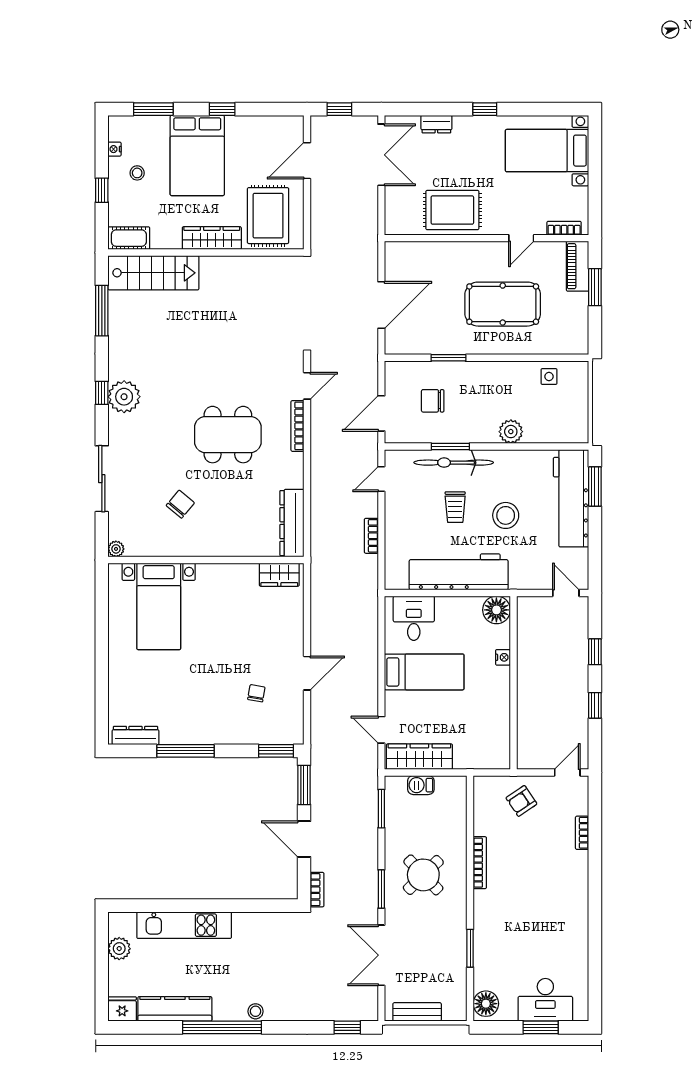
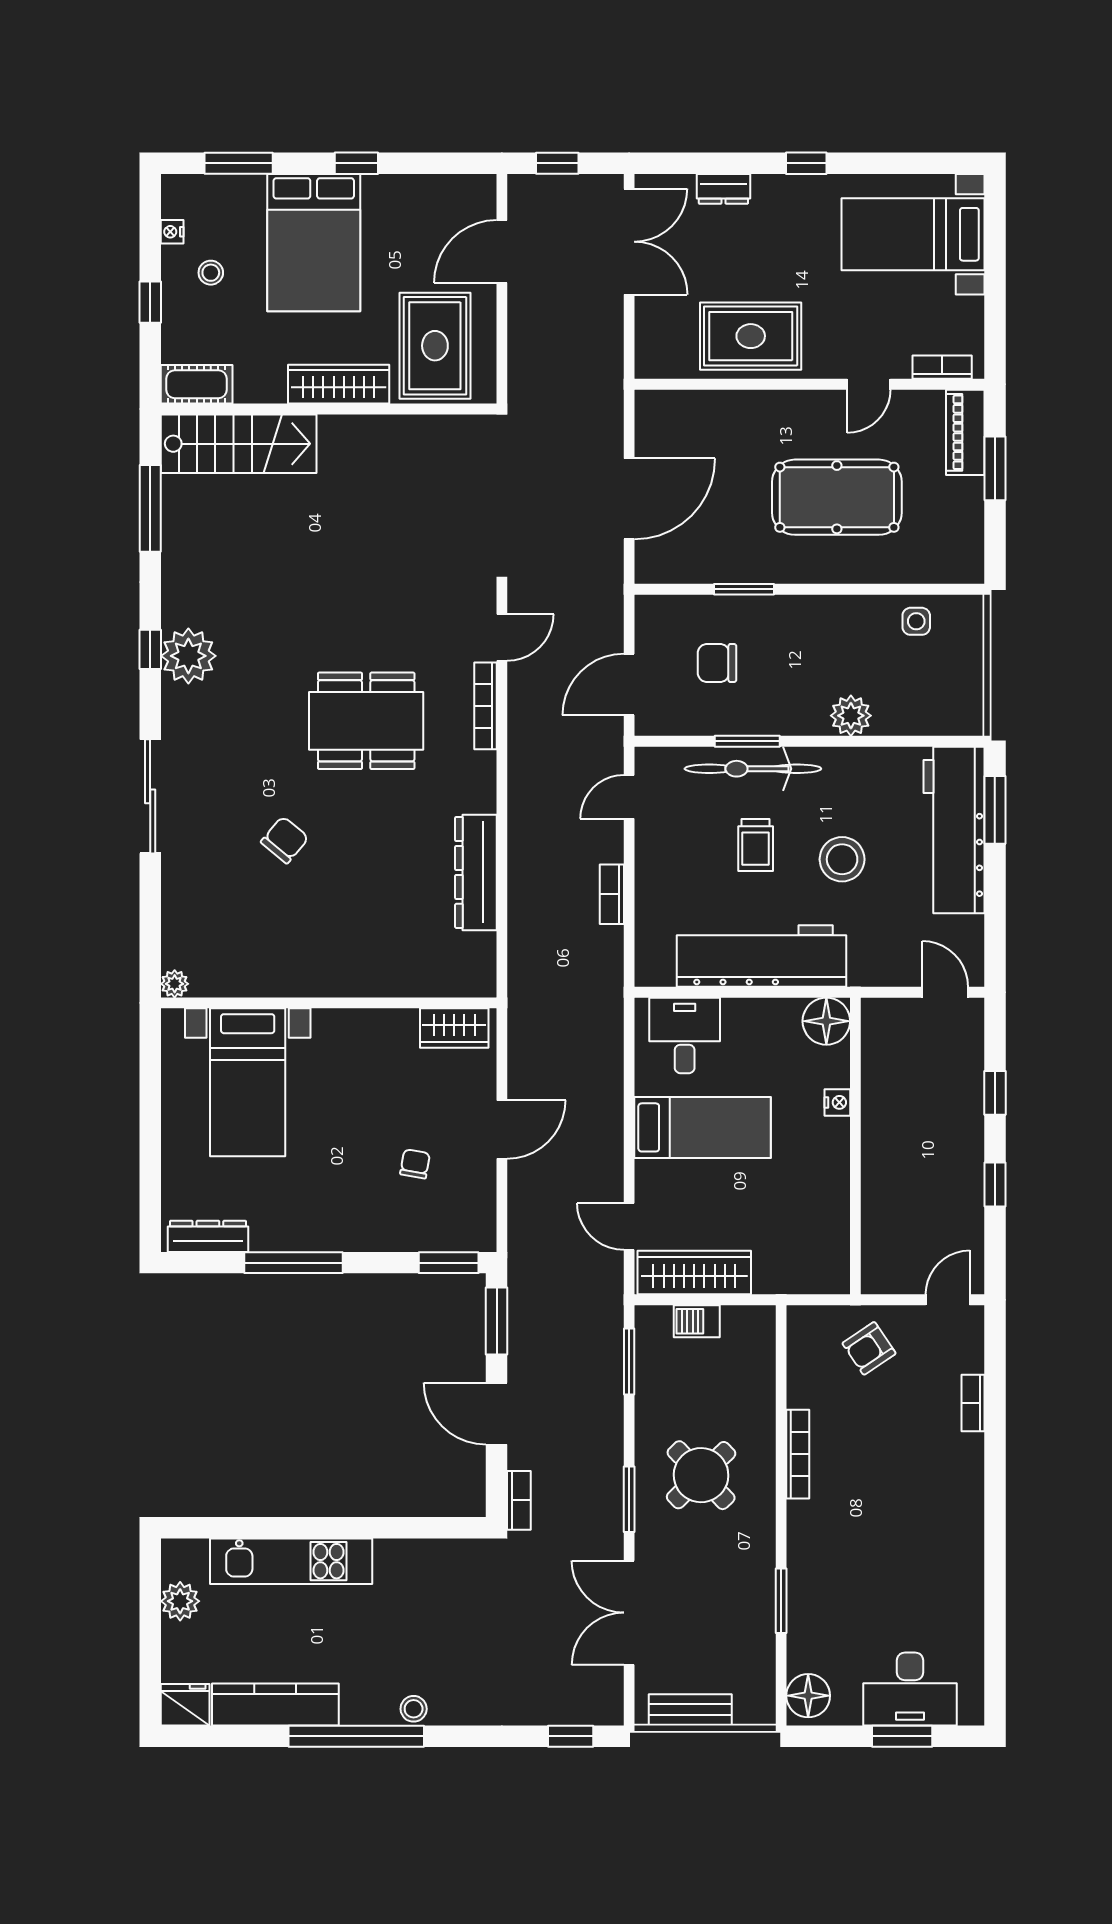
plant: (116, 549) -> (175, 984), moved
wall: (206, 560) -> (329, 1003), moved
wardrobe: (279, 575) -> (454, 1028), moved
bed with nightstands: (159, 606) -> (248, 1082), moved

